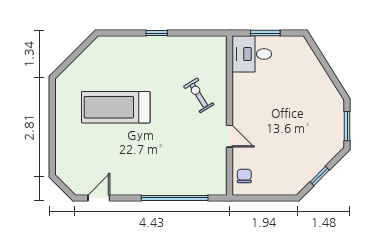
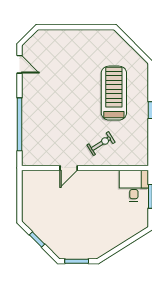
treadmill: (116, 107) -> (114, 93), moved
chair: (244, 176) -> (37, 180), removed

